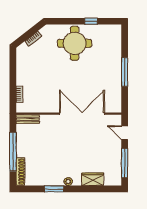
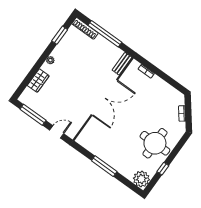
plant: (113, 33) -> (141, 179), added
double door: (82, 114) -> (104, 97), moved
window: (54, 189) -> (60, 35), moved

